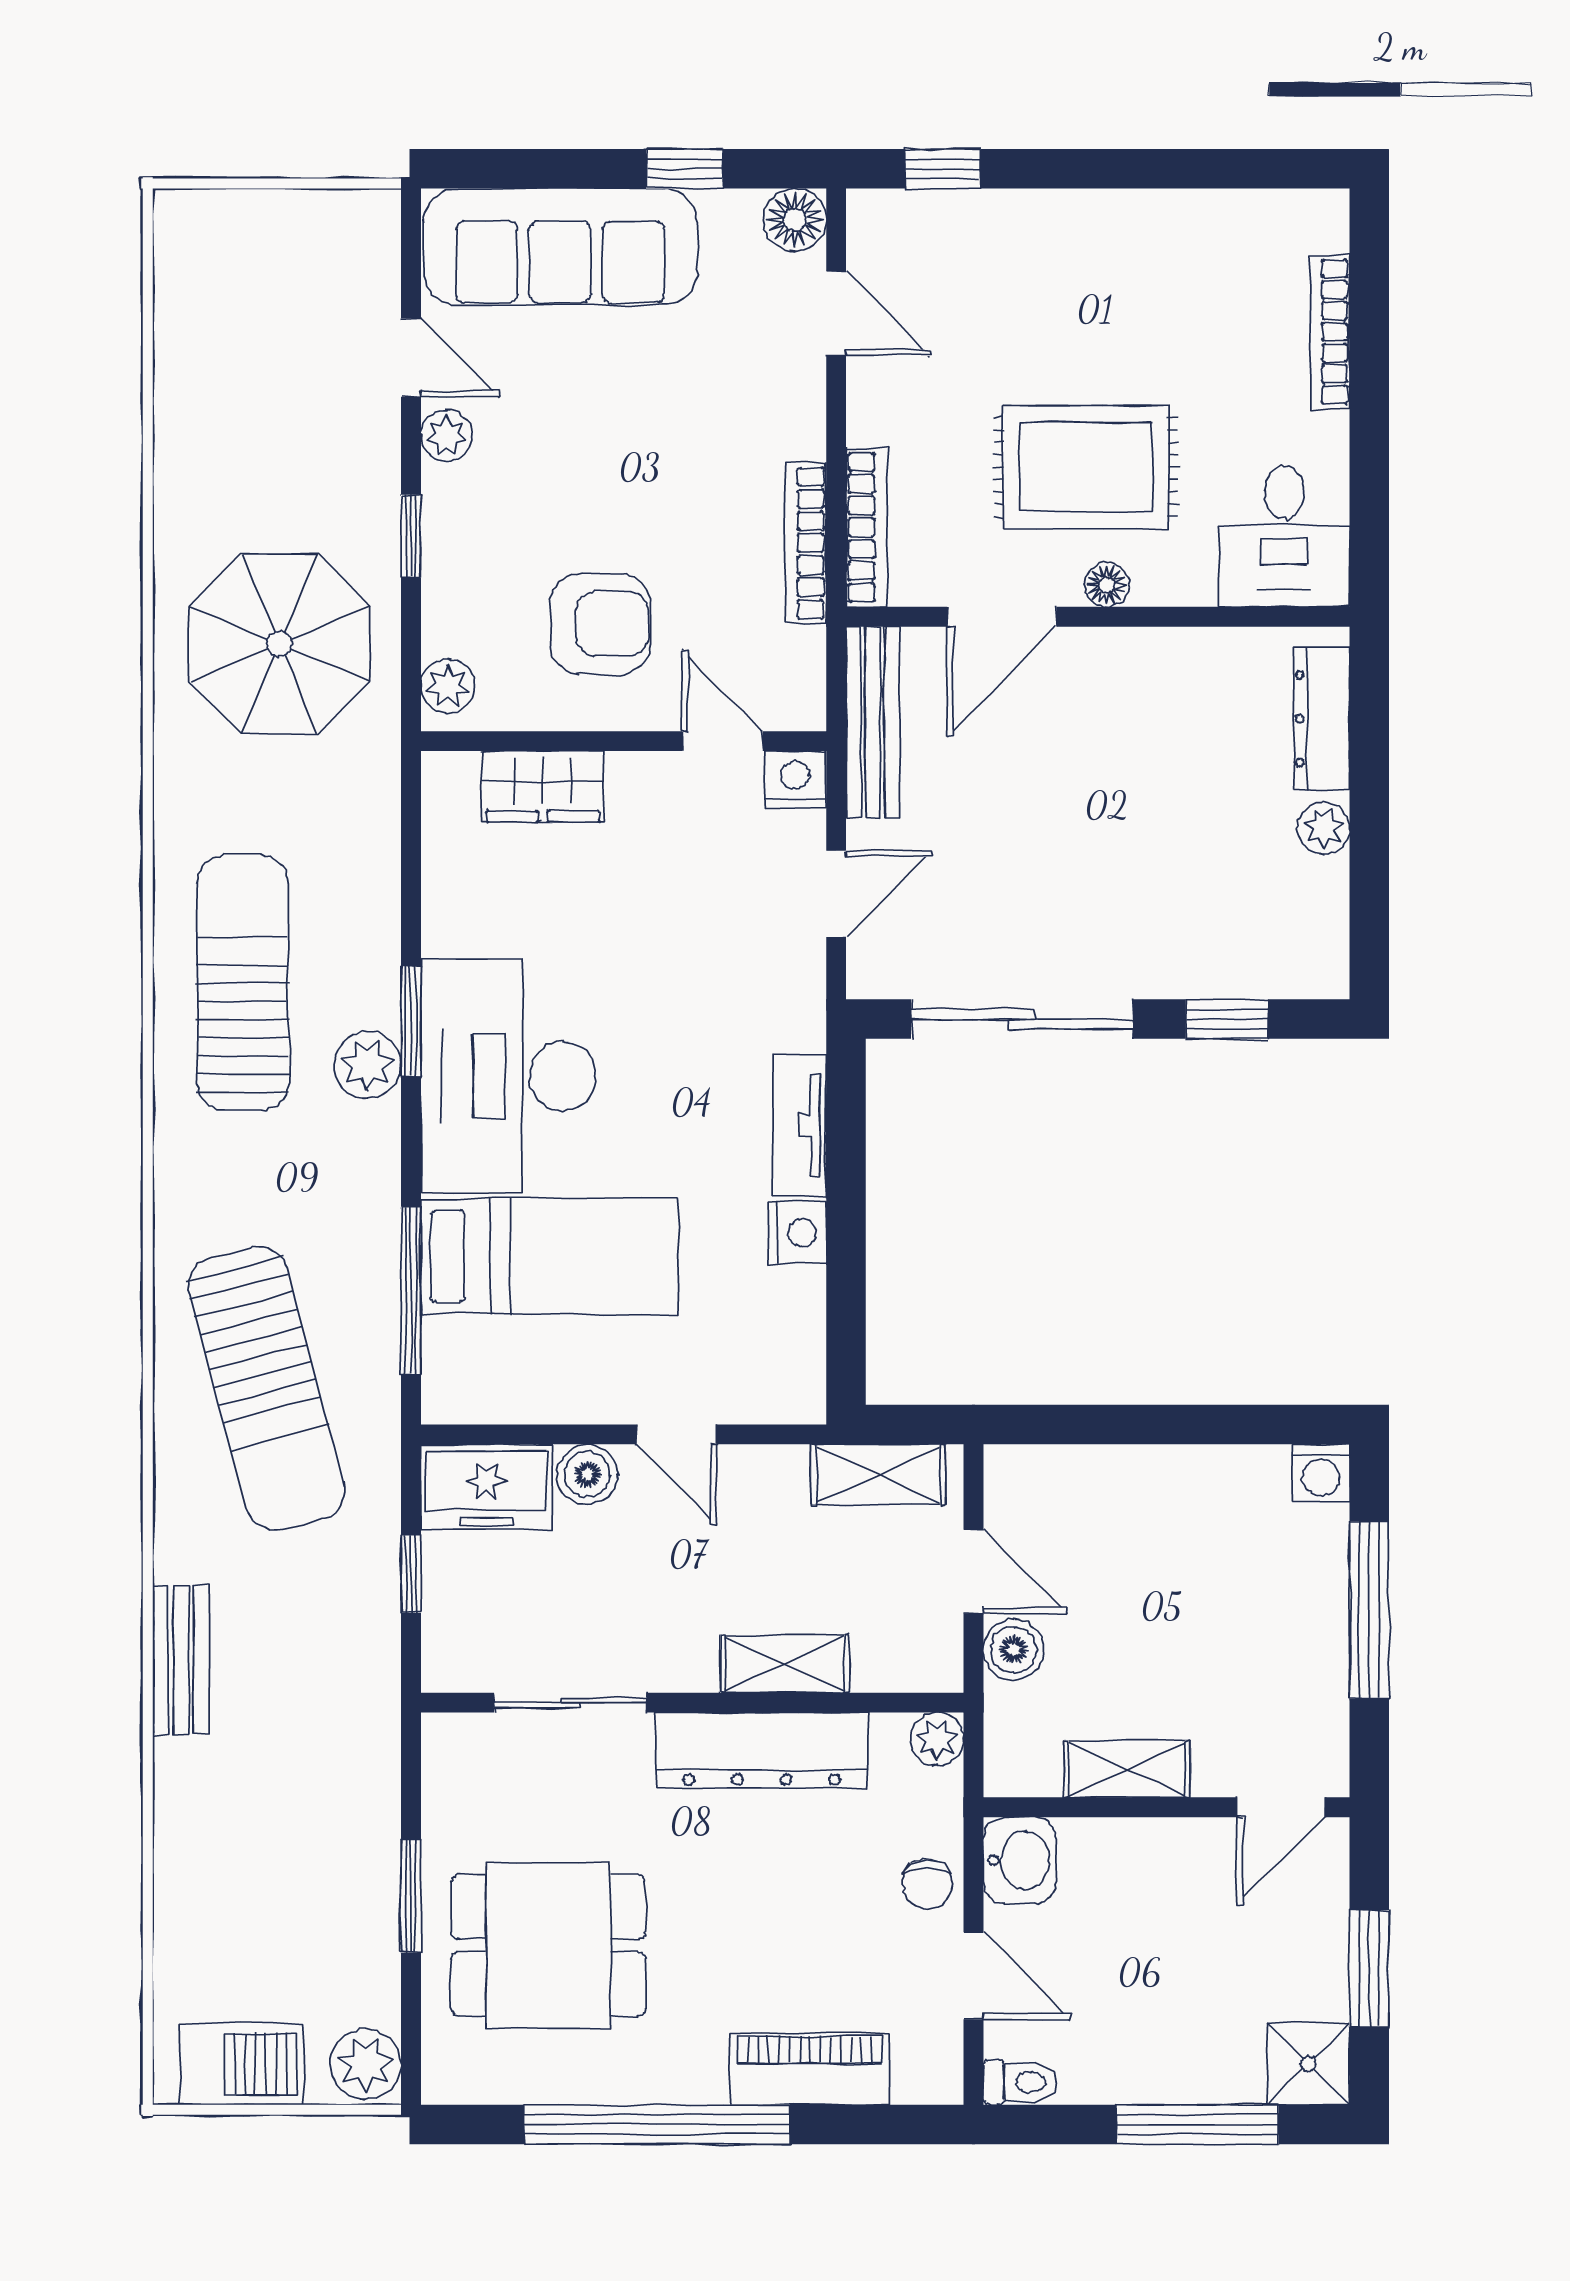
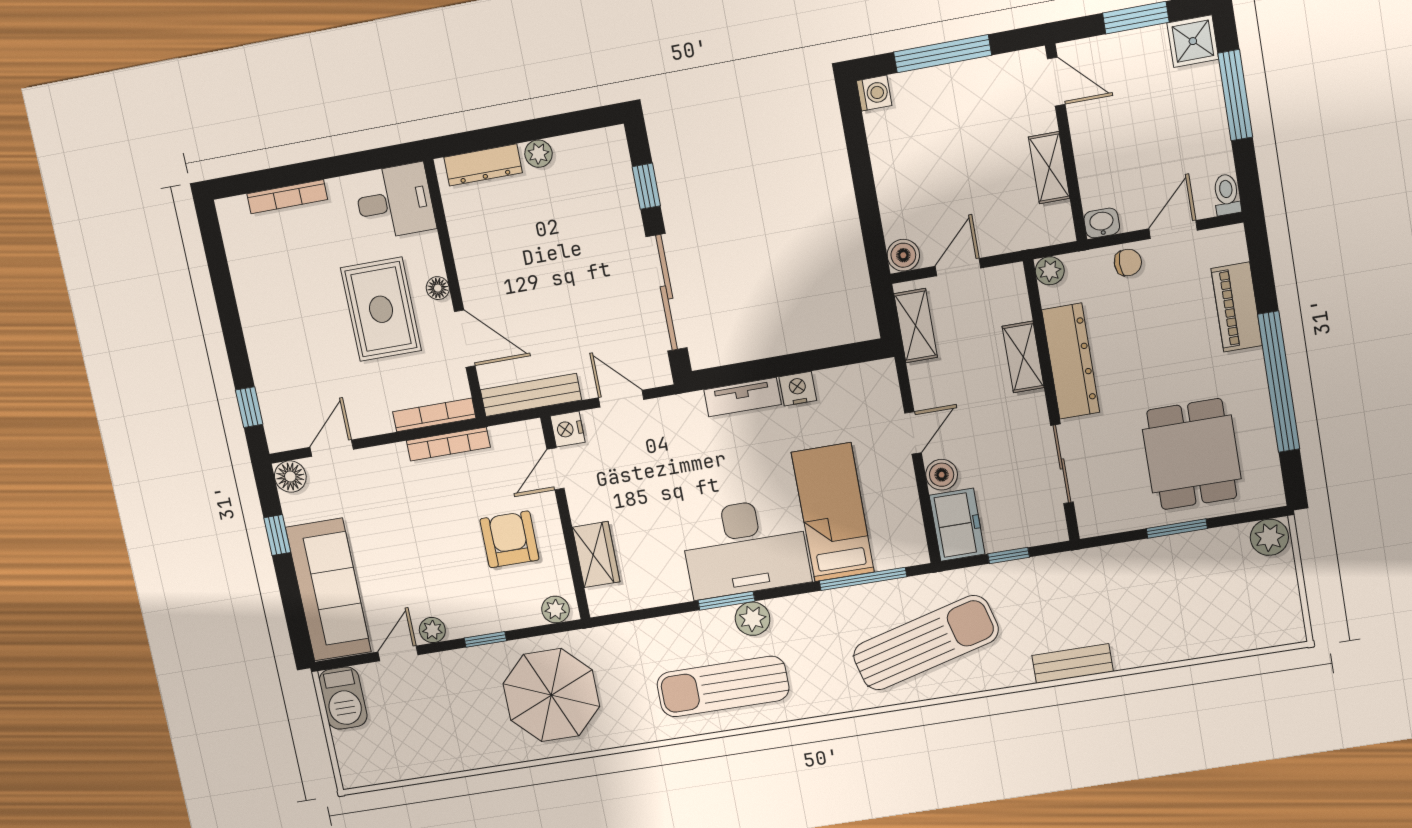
boiler: (1013, 1650) -> (903, 255), moved
washbasin: (1020, 1860) -> (1102, 223), width x0.72, depth x0.69
barbecue: (242, 2064) -> (343, 698), moved, turned 180

